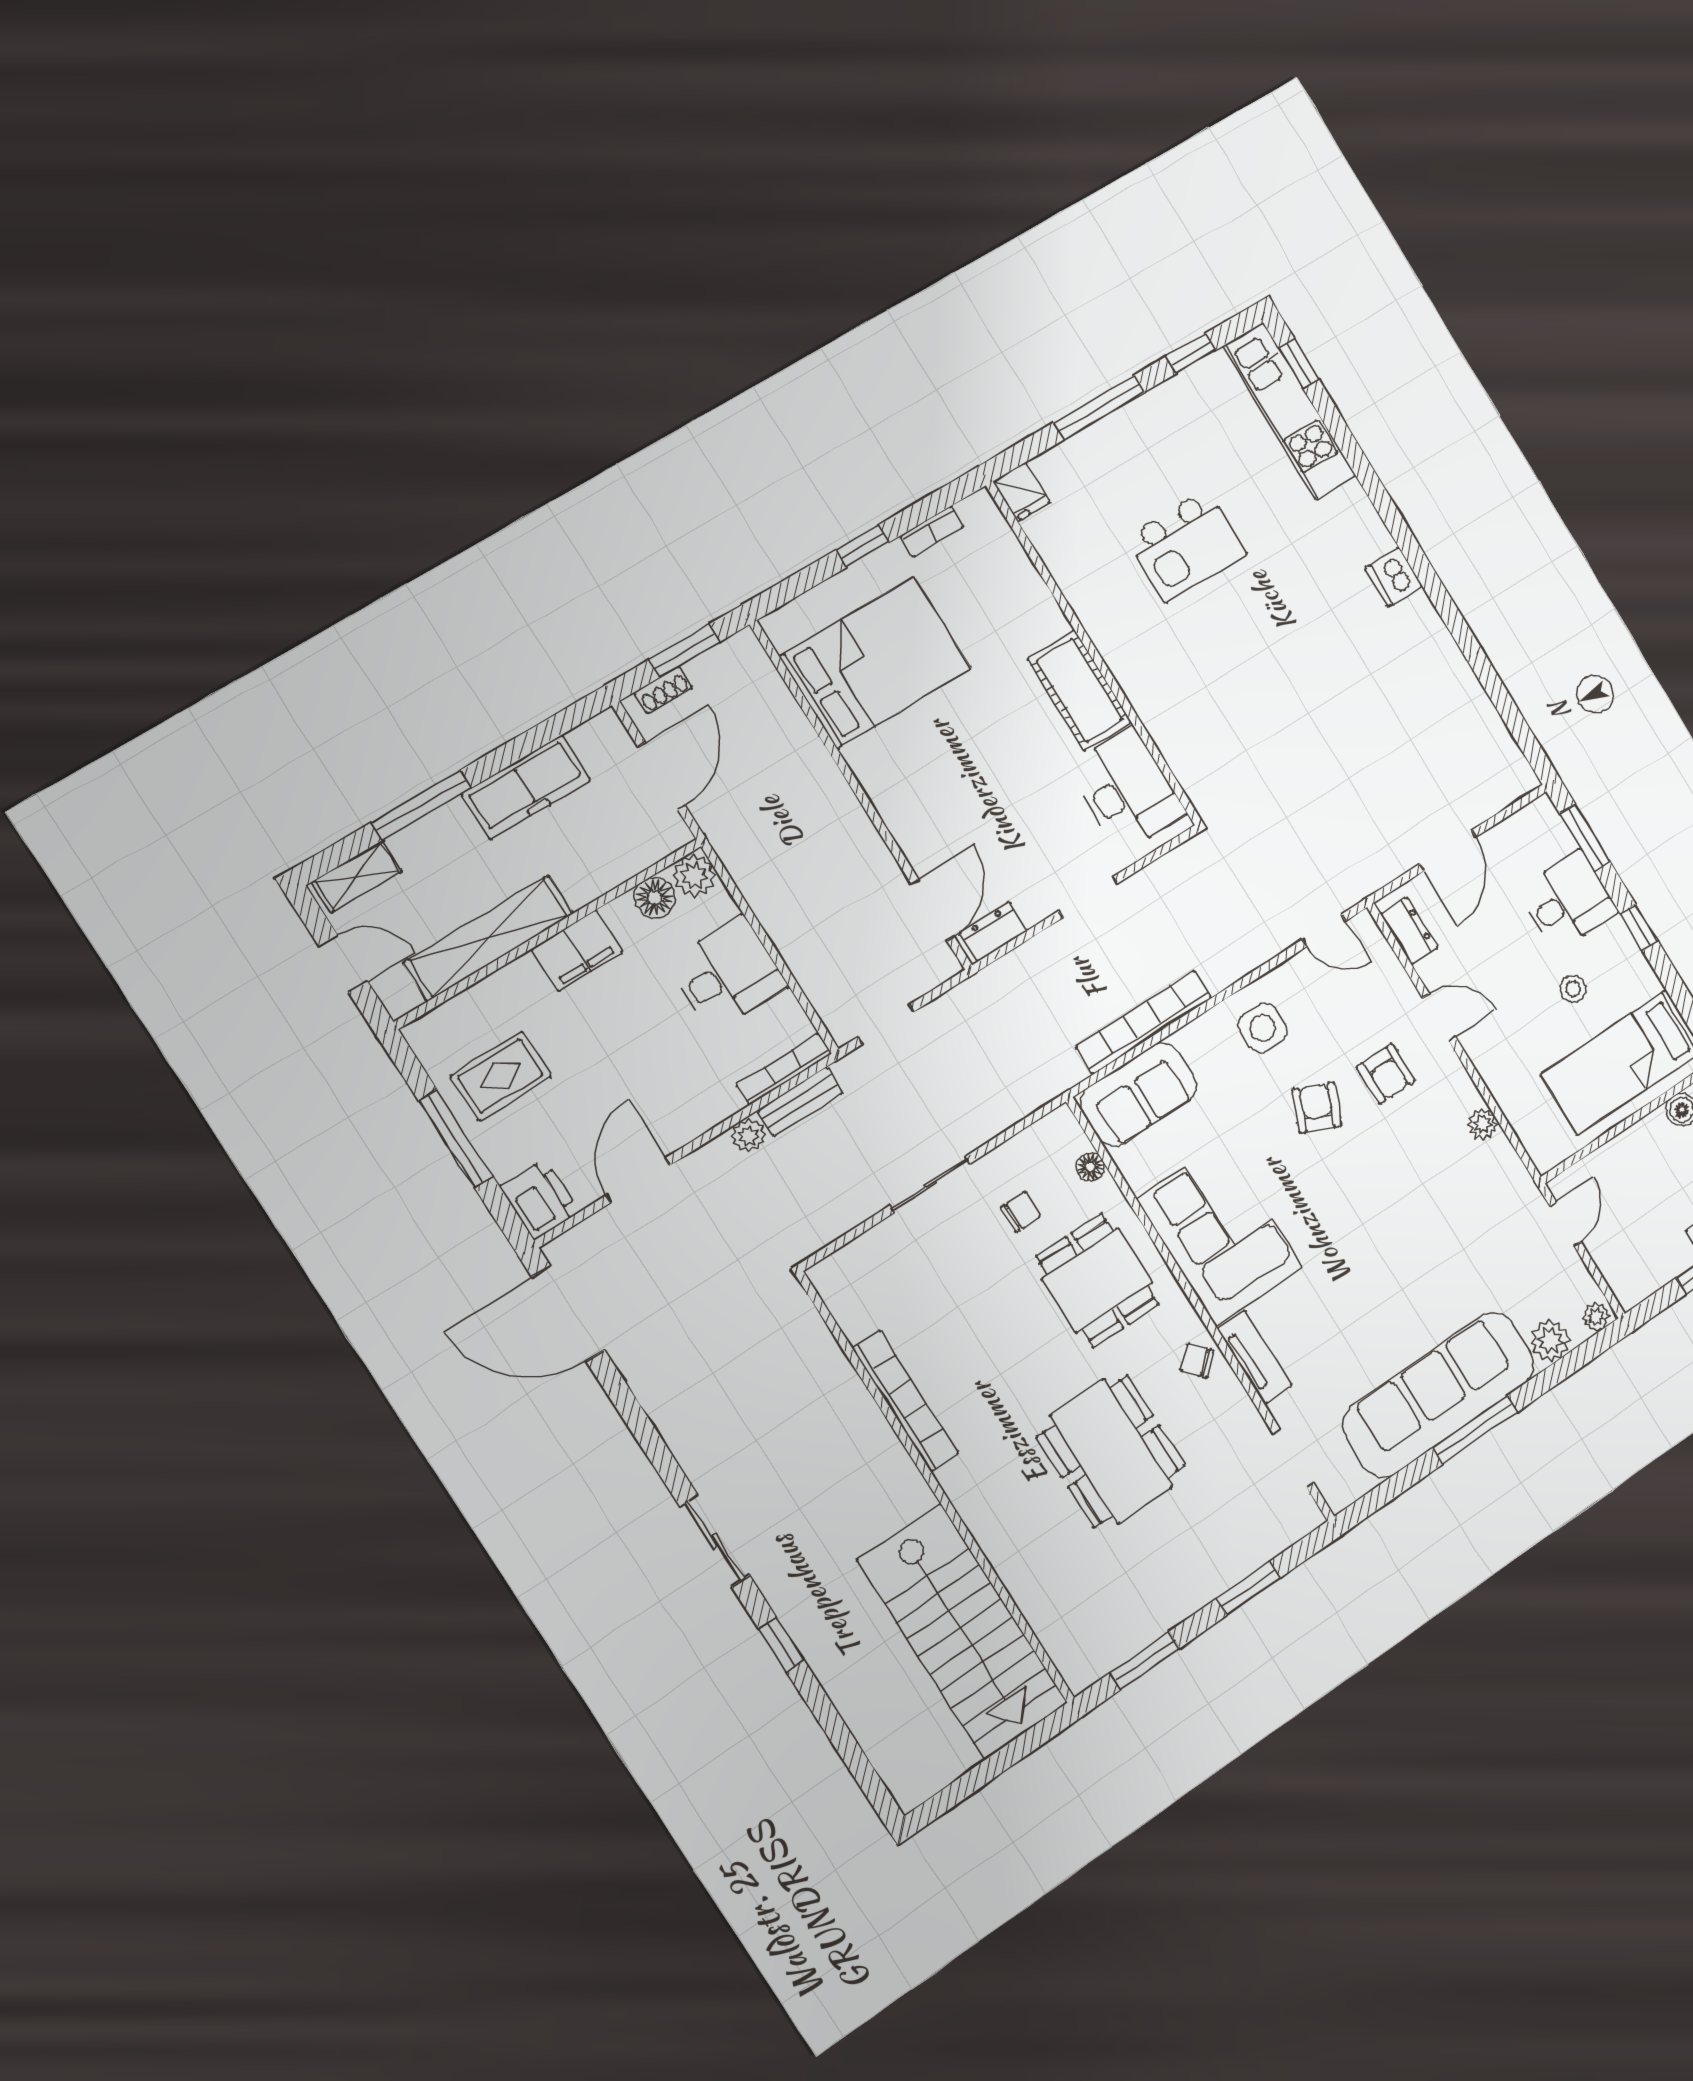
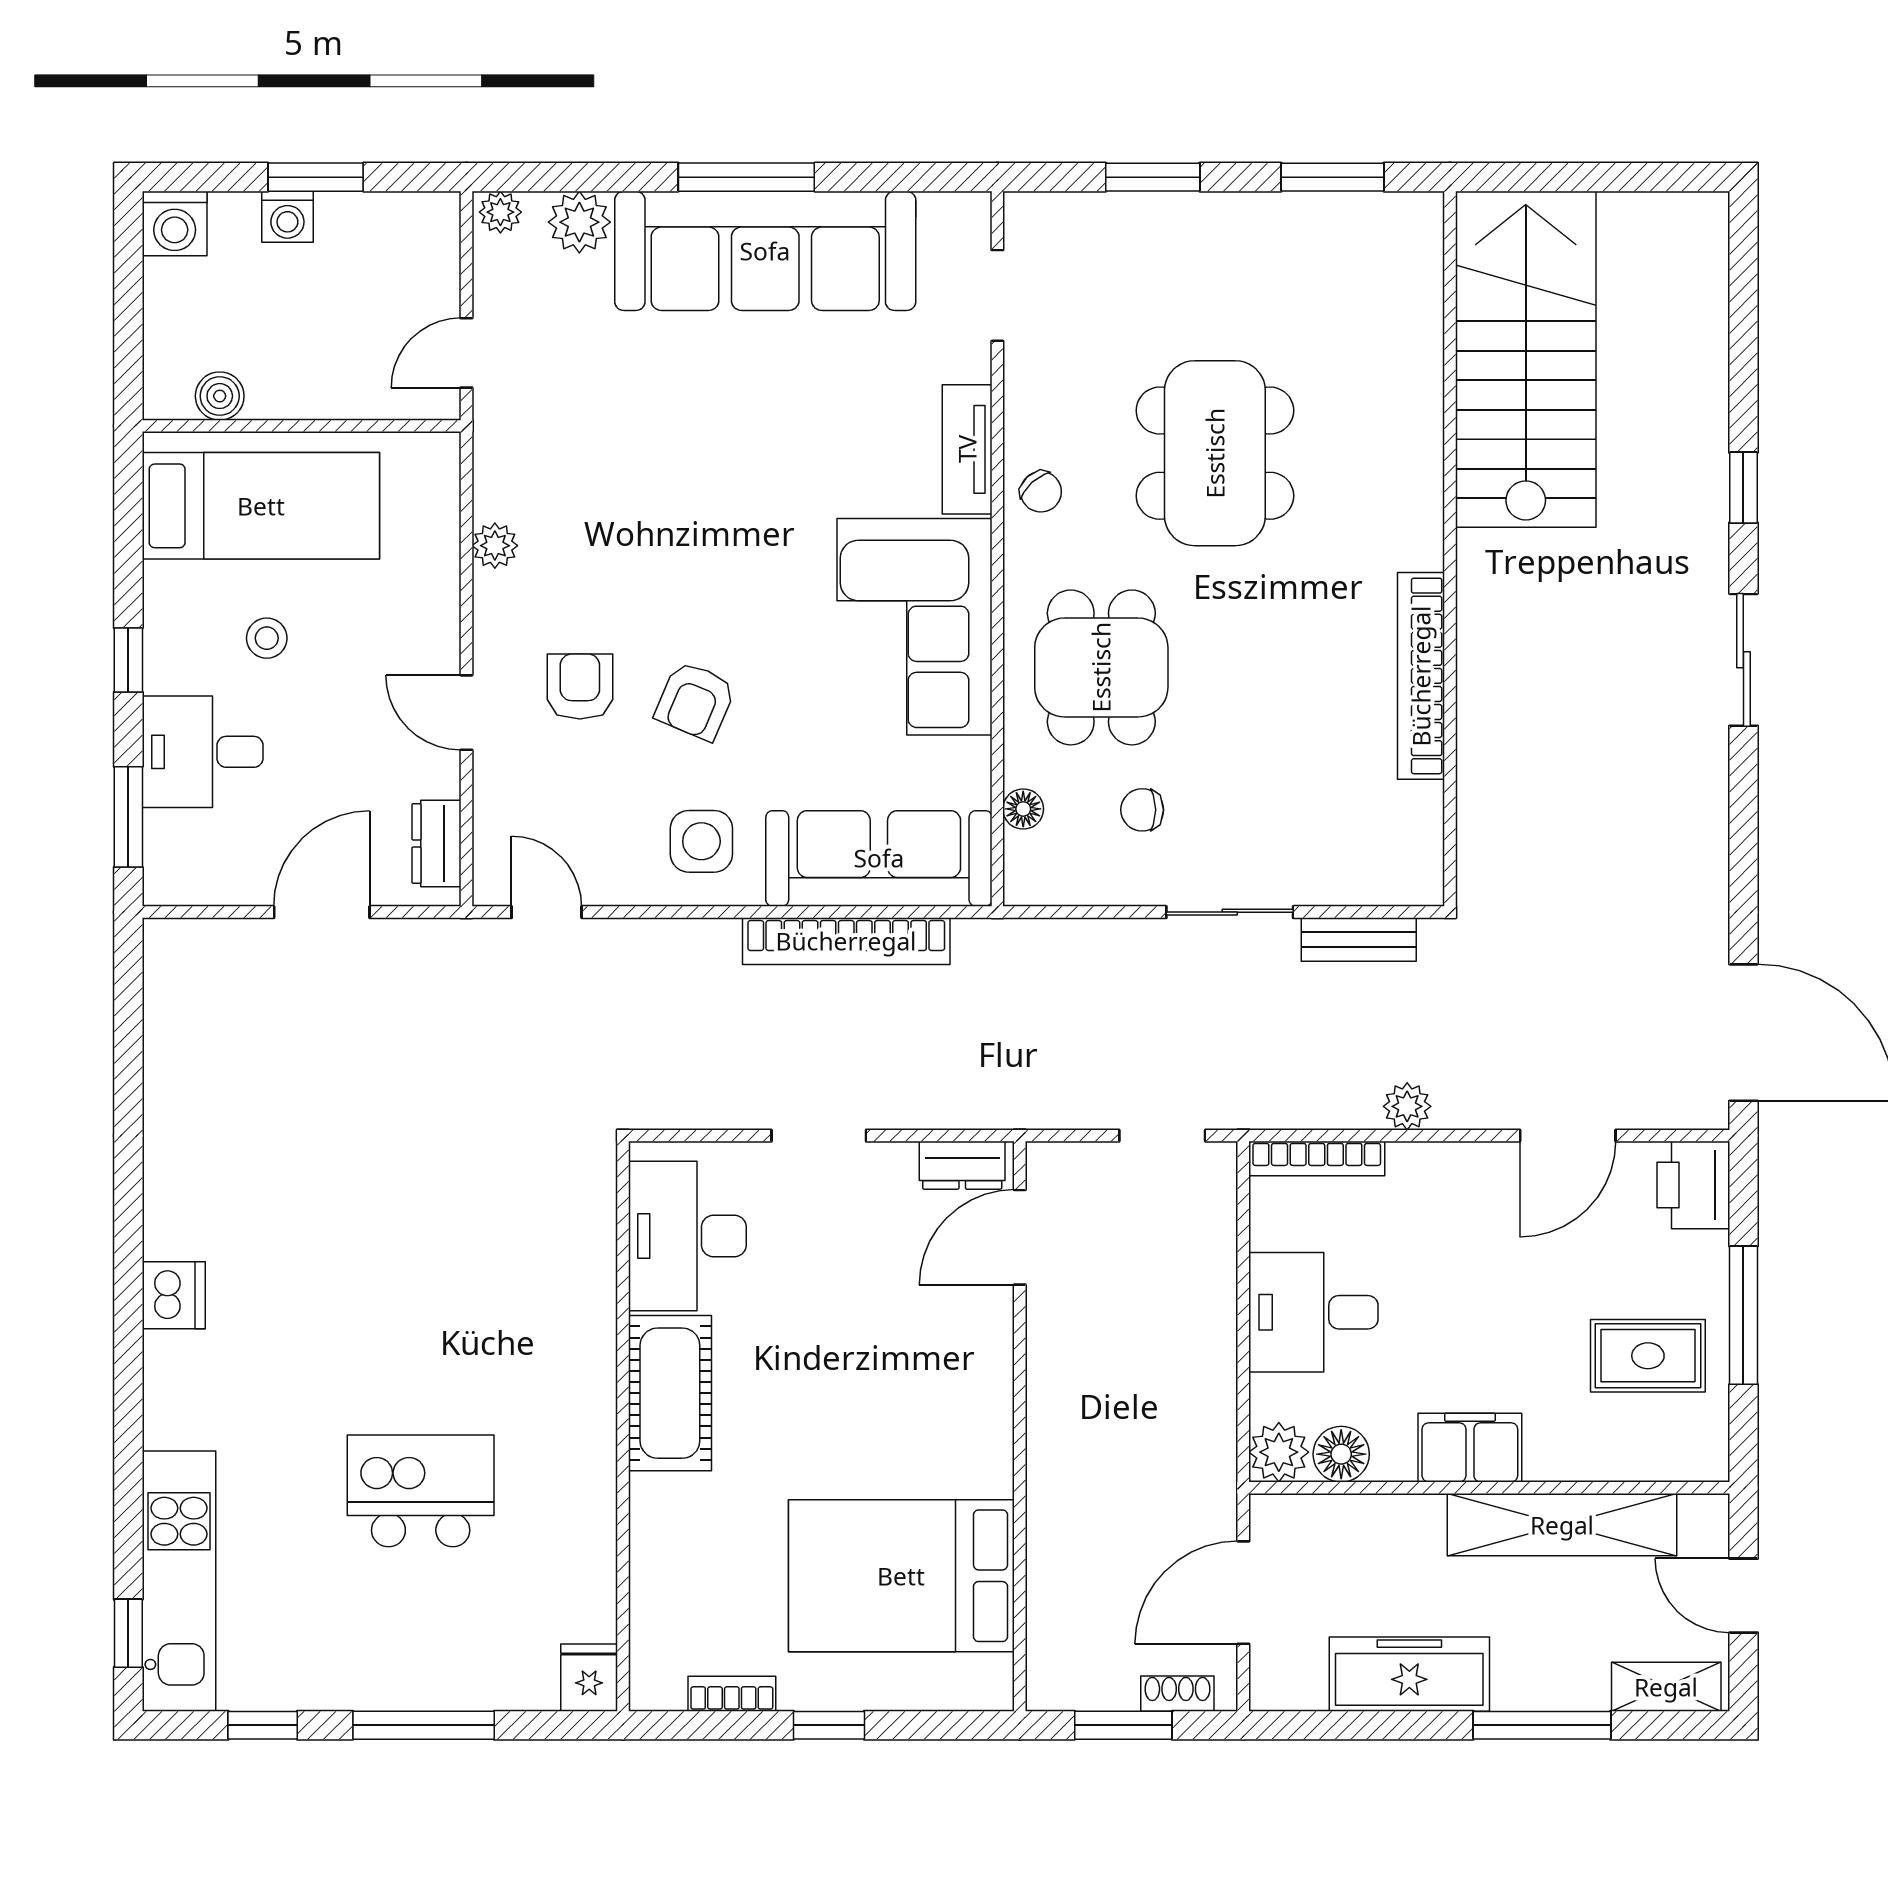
sofa: (1138, 1095) -> (879, 858), width x1.36
bench: (800, 1101) -> (1359, 940), moved

